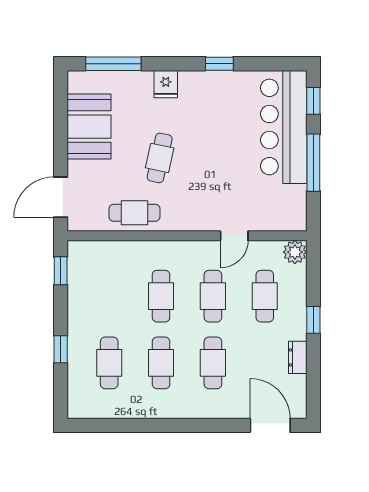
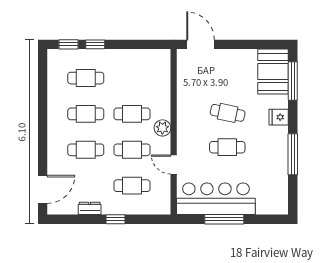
window: (219, 64) -> (293, 154), width x2.17
window: (313, 101) -> (267, 219), removed
booth: (89, 127) -> (273, 72), moved, turned 90
bar counter: (284, 127) -> (216, 199), moved
cafe table: (134, 213) -> (227, 147), moved, turned 90
plant: (295, 252) -> (162, 128), moved
window: (61, 271) -> (69, 44), moved

